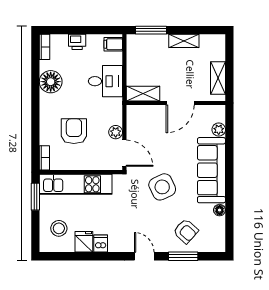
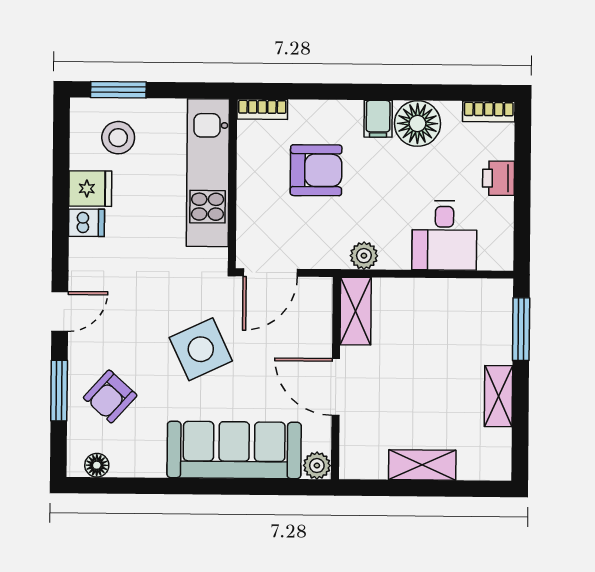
filing cabinet: (113, 44) -> (378, 119), moved, turned 180
desk: (105, 81) -> (444, 235), moved
shelving: (143, 94) -> (356, 311), moved
wall: (176, 103) -> (336, 378), moved
door: (180, 103) -> (336, 387), moved
plant: (116, 132) -> (364, 256), moved
window: (35, 197) -> (118, 90), moved
floor lamp: (220, 210) -> (97, 465), moved

